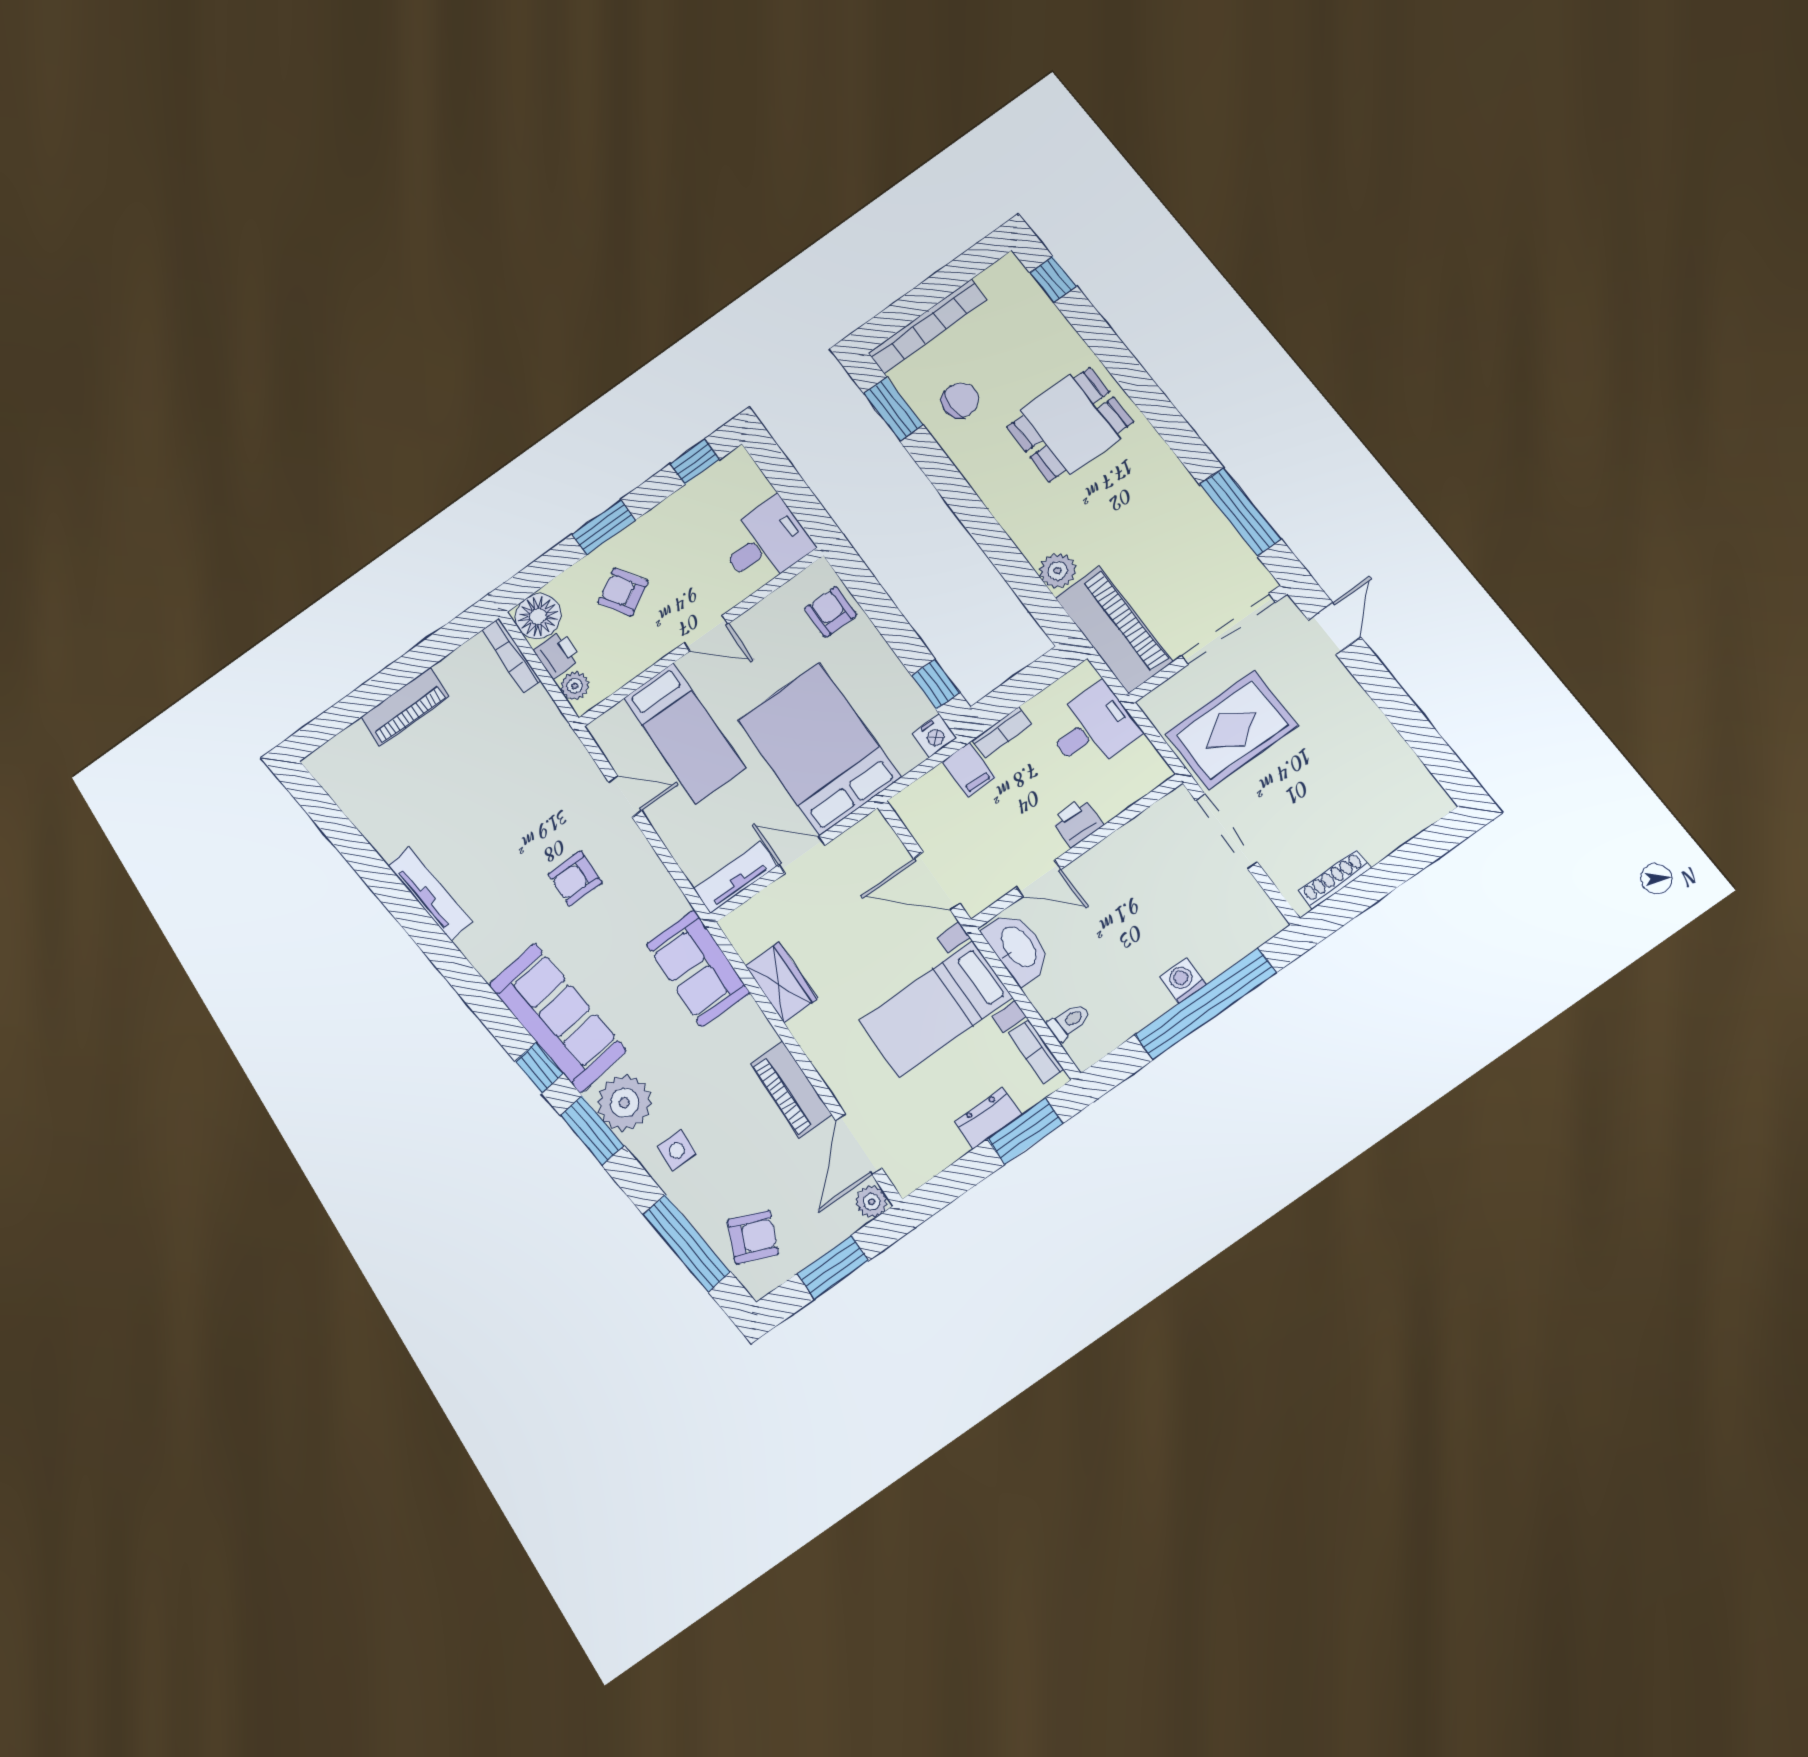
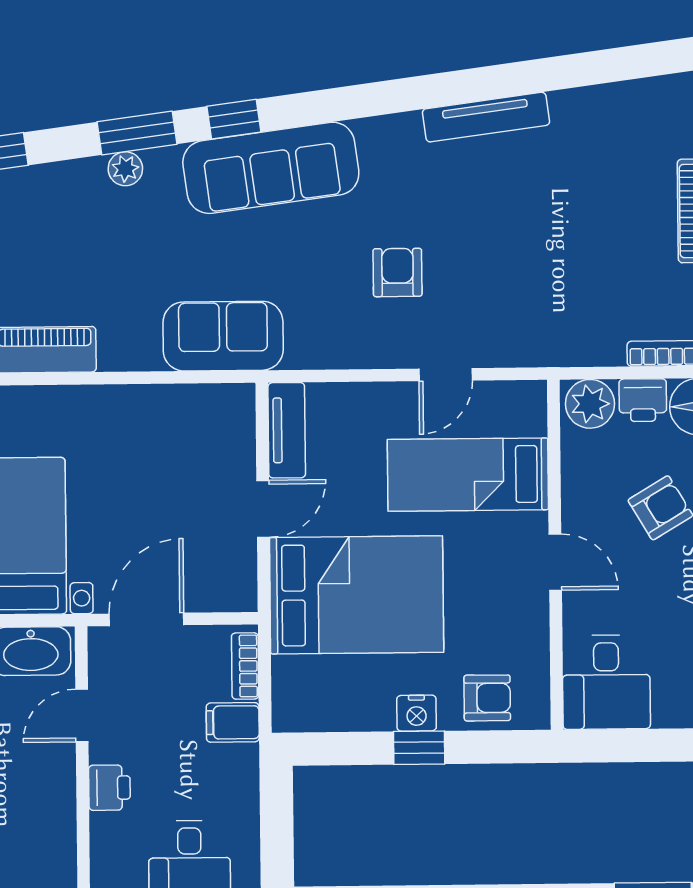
door: (706, 633) -> (555, 562), swing flipped
window: (935, 684) -> (419, 748), moved
plant: (575, 686) -> (590, 404), width x1.38, depth x1.38
bookcase: (1002, 732) -> (245, 666), moved
nightstand: (934, 736) -> (417, 713), moved, turned -90
wardrobe: (781, 982) -> (153, 407), removed
plant: (624, 1103) -> (125, 169), width x0.53, depth x0.53
side table: (677, 1150) -> (62, 203), removed

